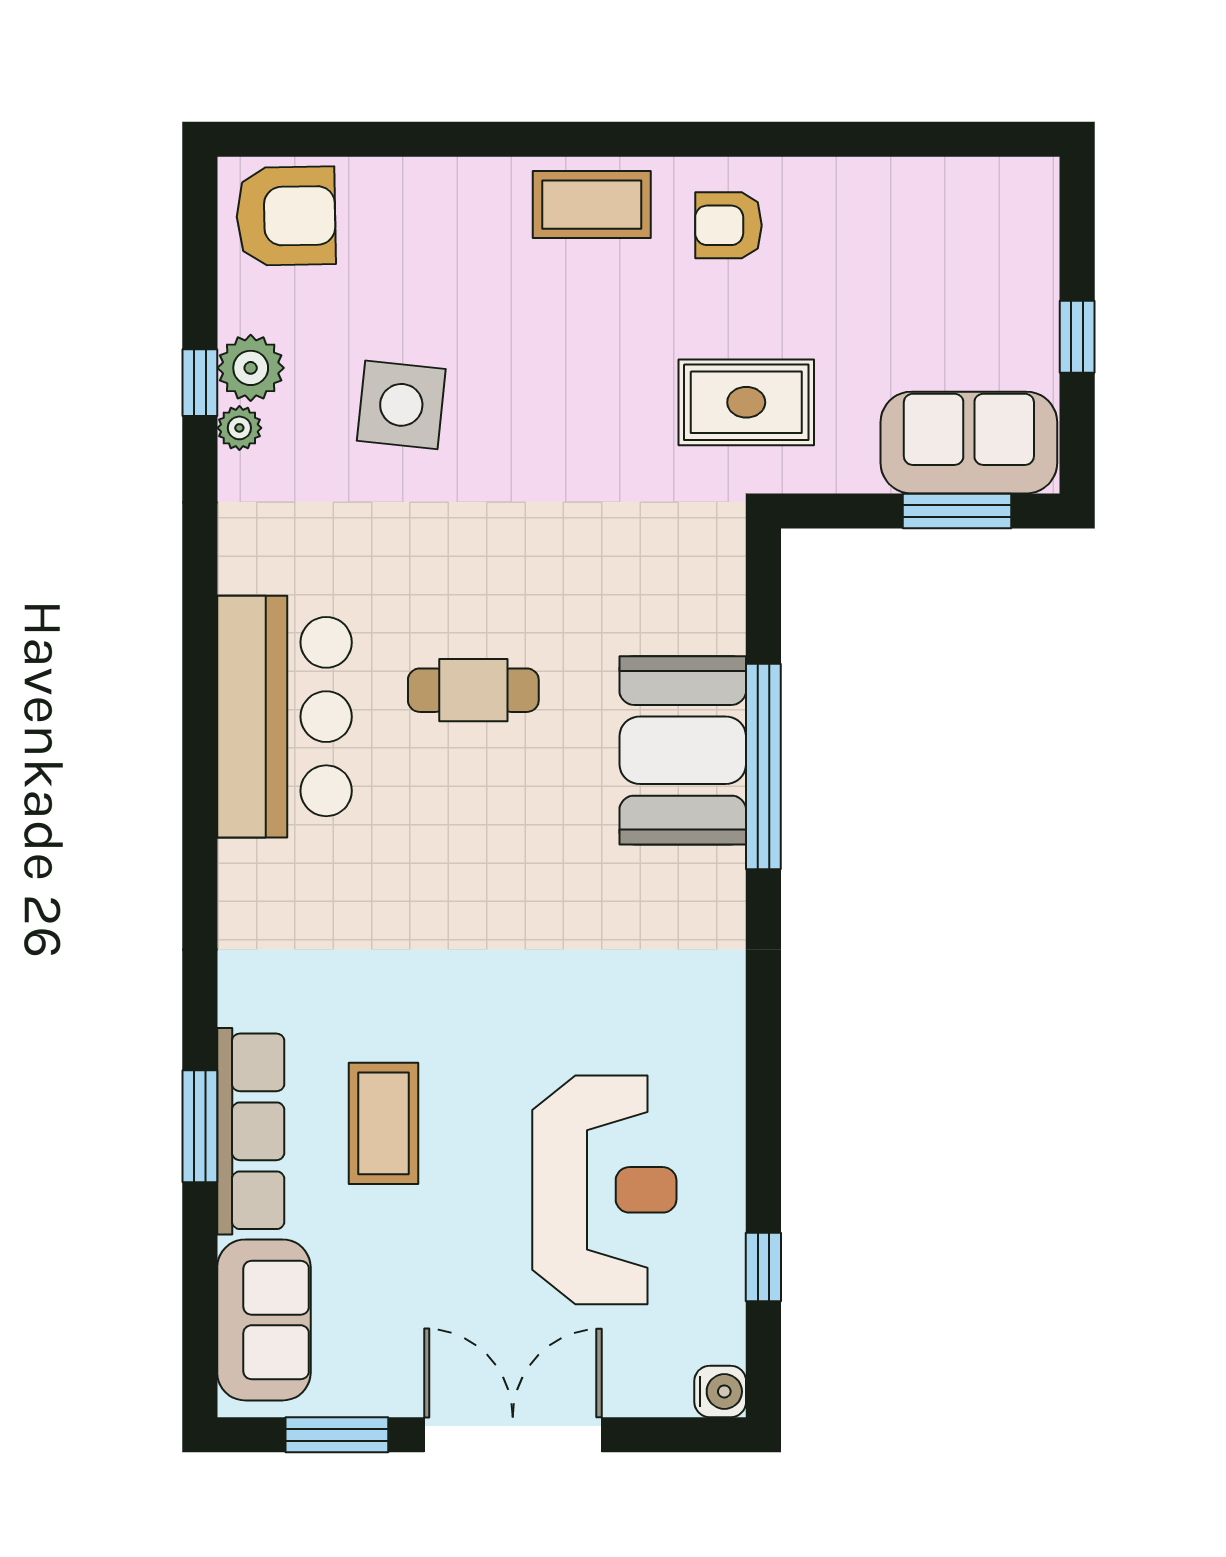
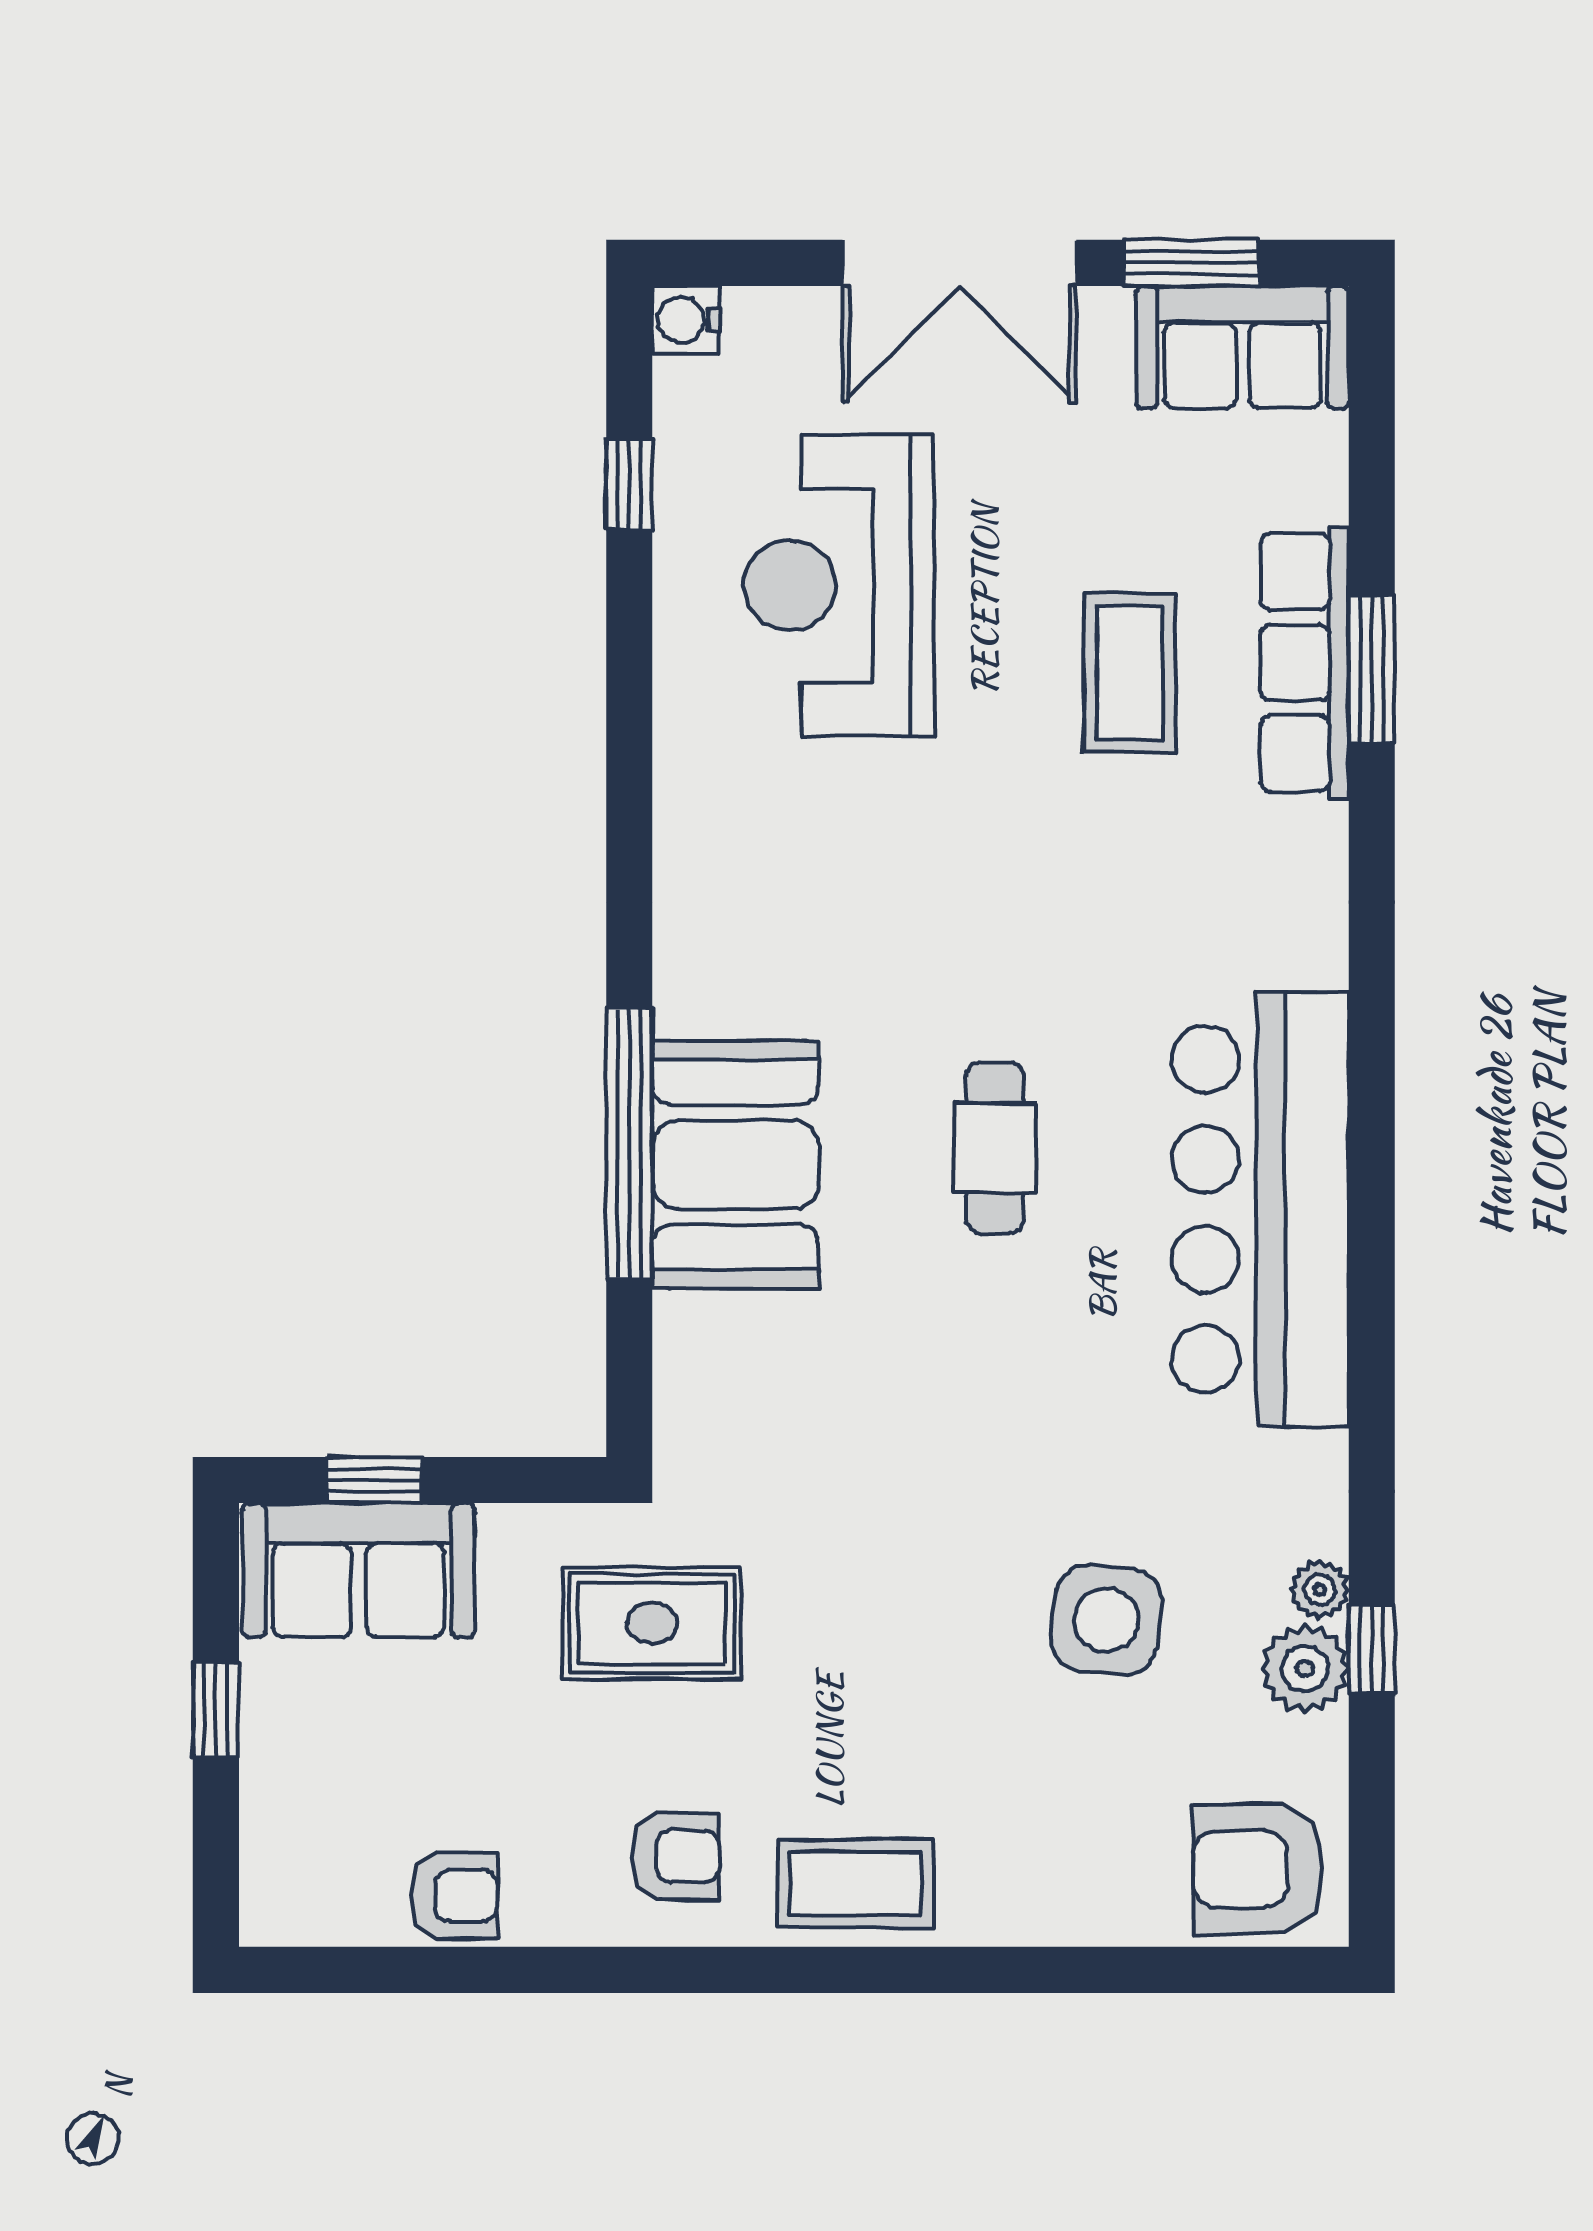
armchair: (896, 196) -> (454, 1896), added
window: (957, 511) -> (374, 1480), width x0.67
cafe table: (473, 690) -> (995, 1148), moved, turned 90
bar counter: (285, 717) -> (1260, 1209), width x1.36
sofa: (264, 1320) -> (1243, 347), moved, turned -90

